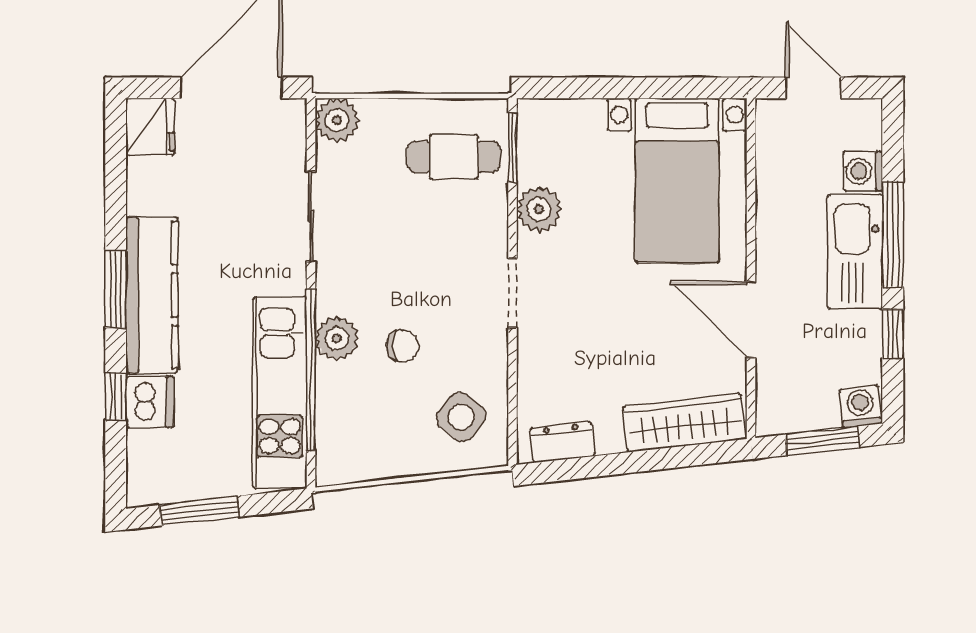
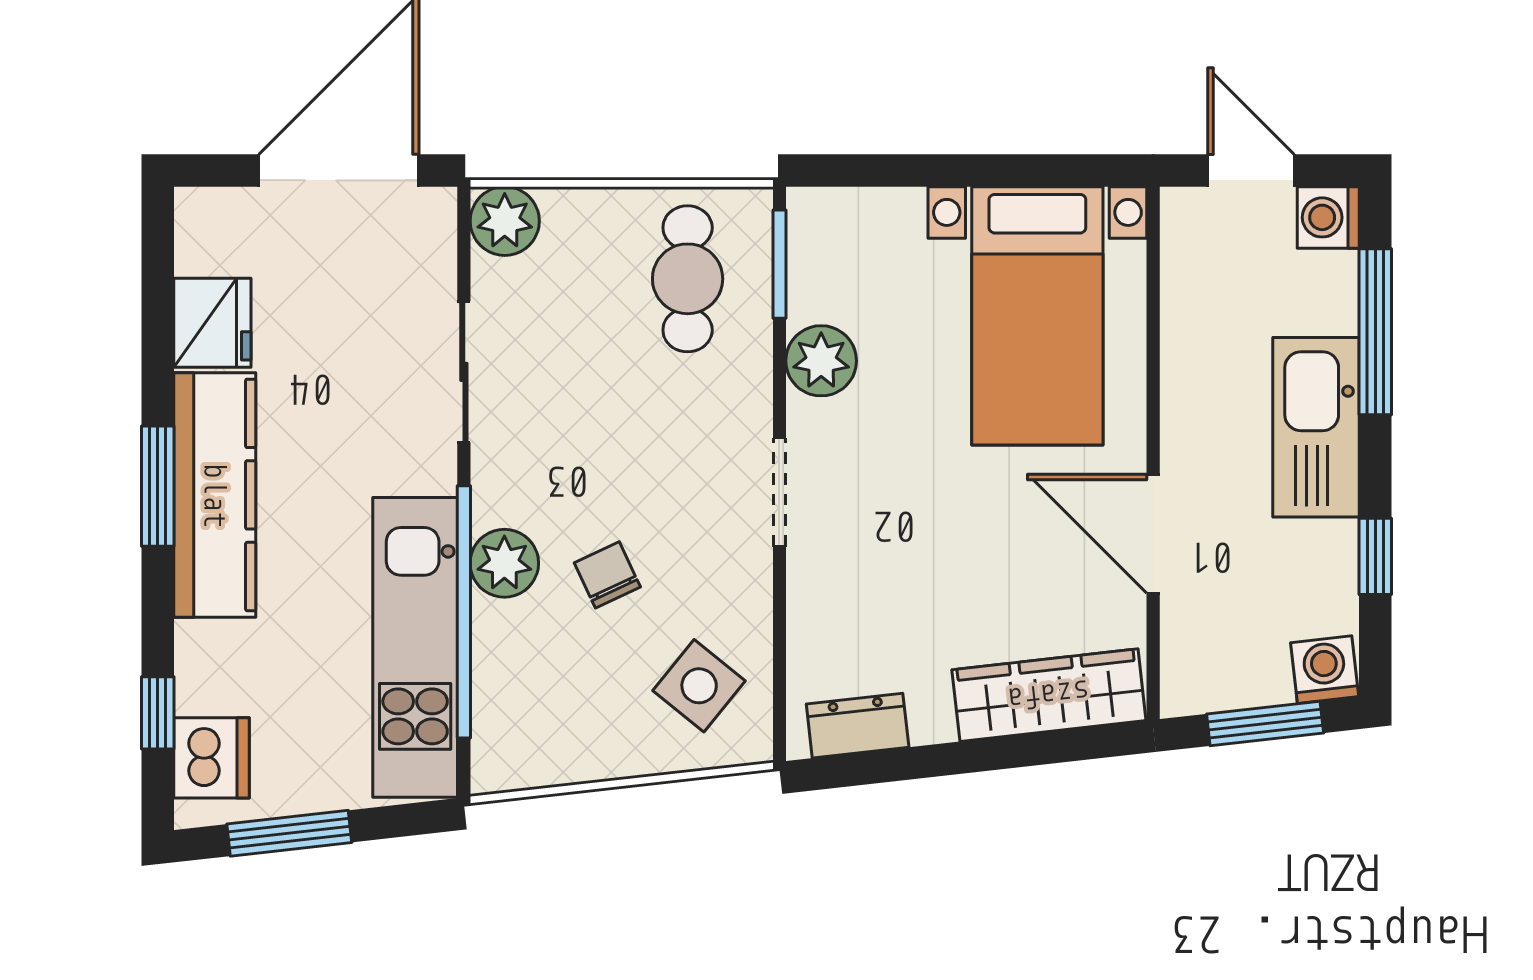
fridge: (150, 127) -> (212, 323), moved
cafe table: (454, 157) -> (688, 279), turned 90
washing machine: (863, 171) -> (1328, 217), moved
window: (893, 234) -> (1375, 332), moved
chair: (403, 346) -> (607, 575), turned -115
window: (116, 397) -> (158, 713), moved
dishwasher: (150, 402) -> (212, 758), moved

